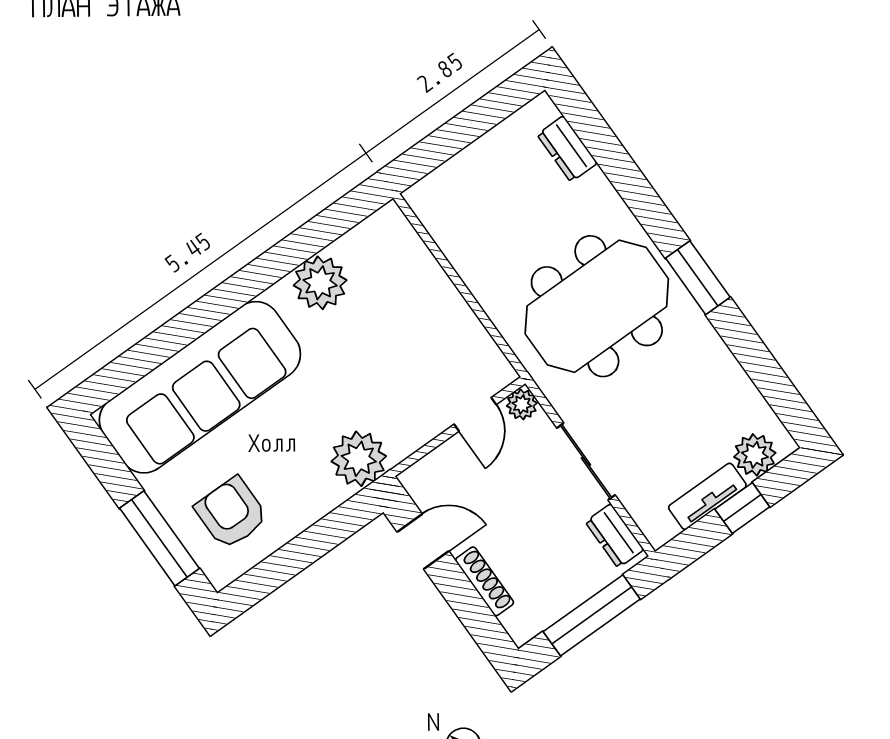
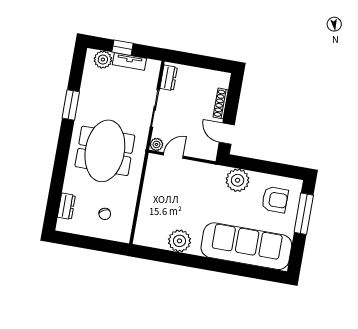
chair: (490, 201) -> (105, 214), added
window: (698, 278) -> (71, 105), moved
meeting table: (597, 306) -> (105, 151), turned 90
plant: (359, 459) -> (238, 180), moved
armchair: (231, 513) -> (275, 200), turned -90
window: (592, 615) -> (199, 61), removed

